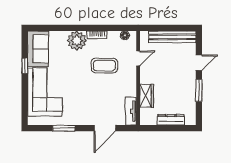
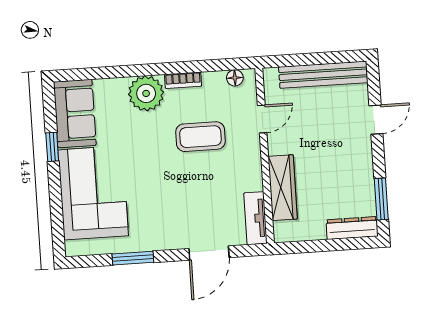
window: (199, 90) -> (381, 199), moved
wardrobe: (147, 96) -> (283, 188), width x1.50
dresser: (171, 120) -> (352, 228), moved

